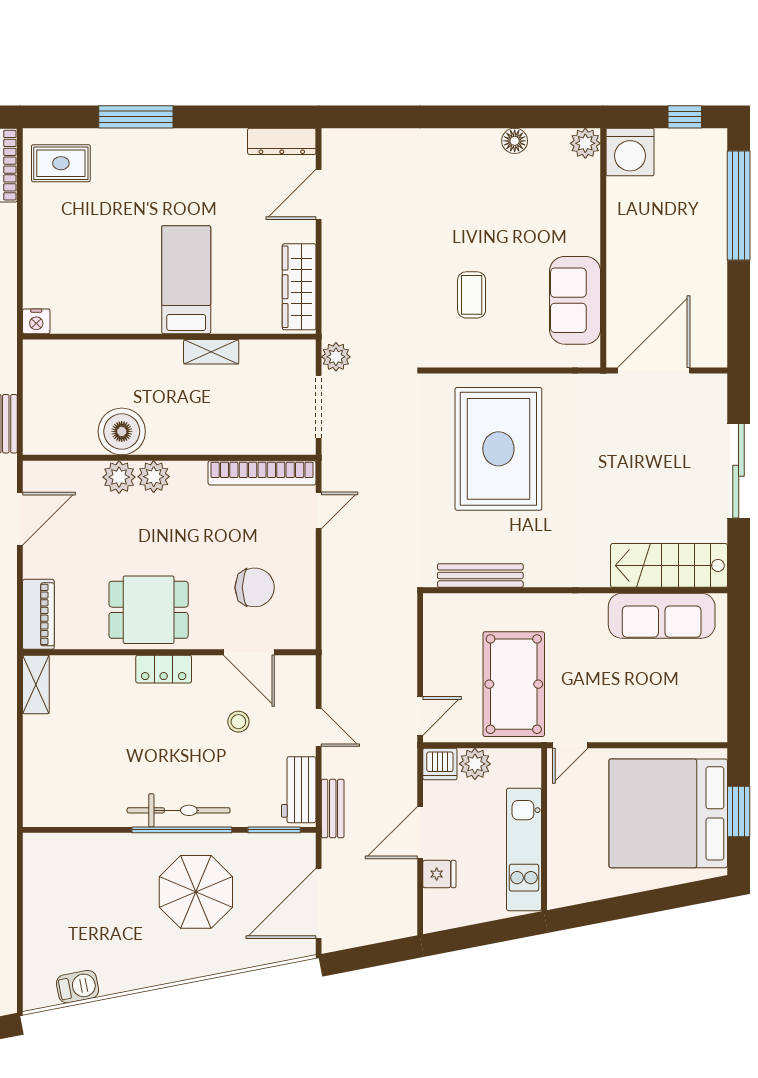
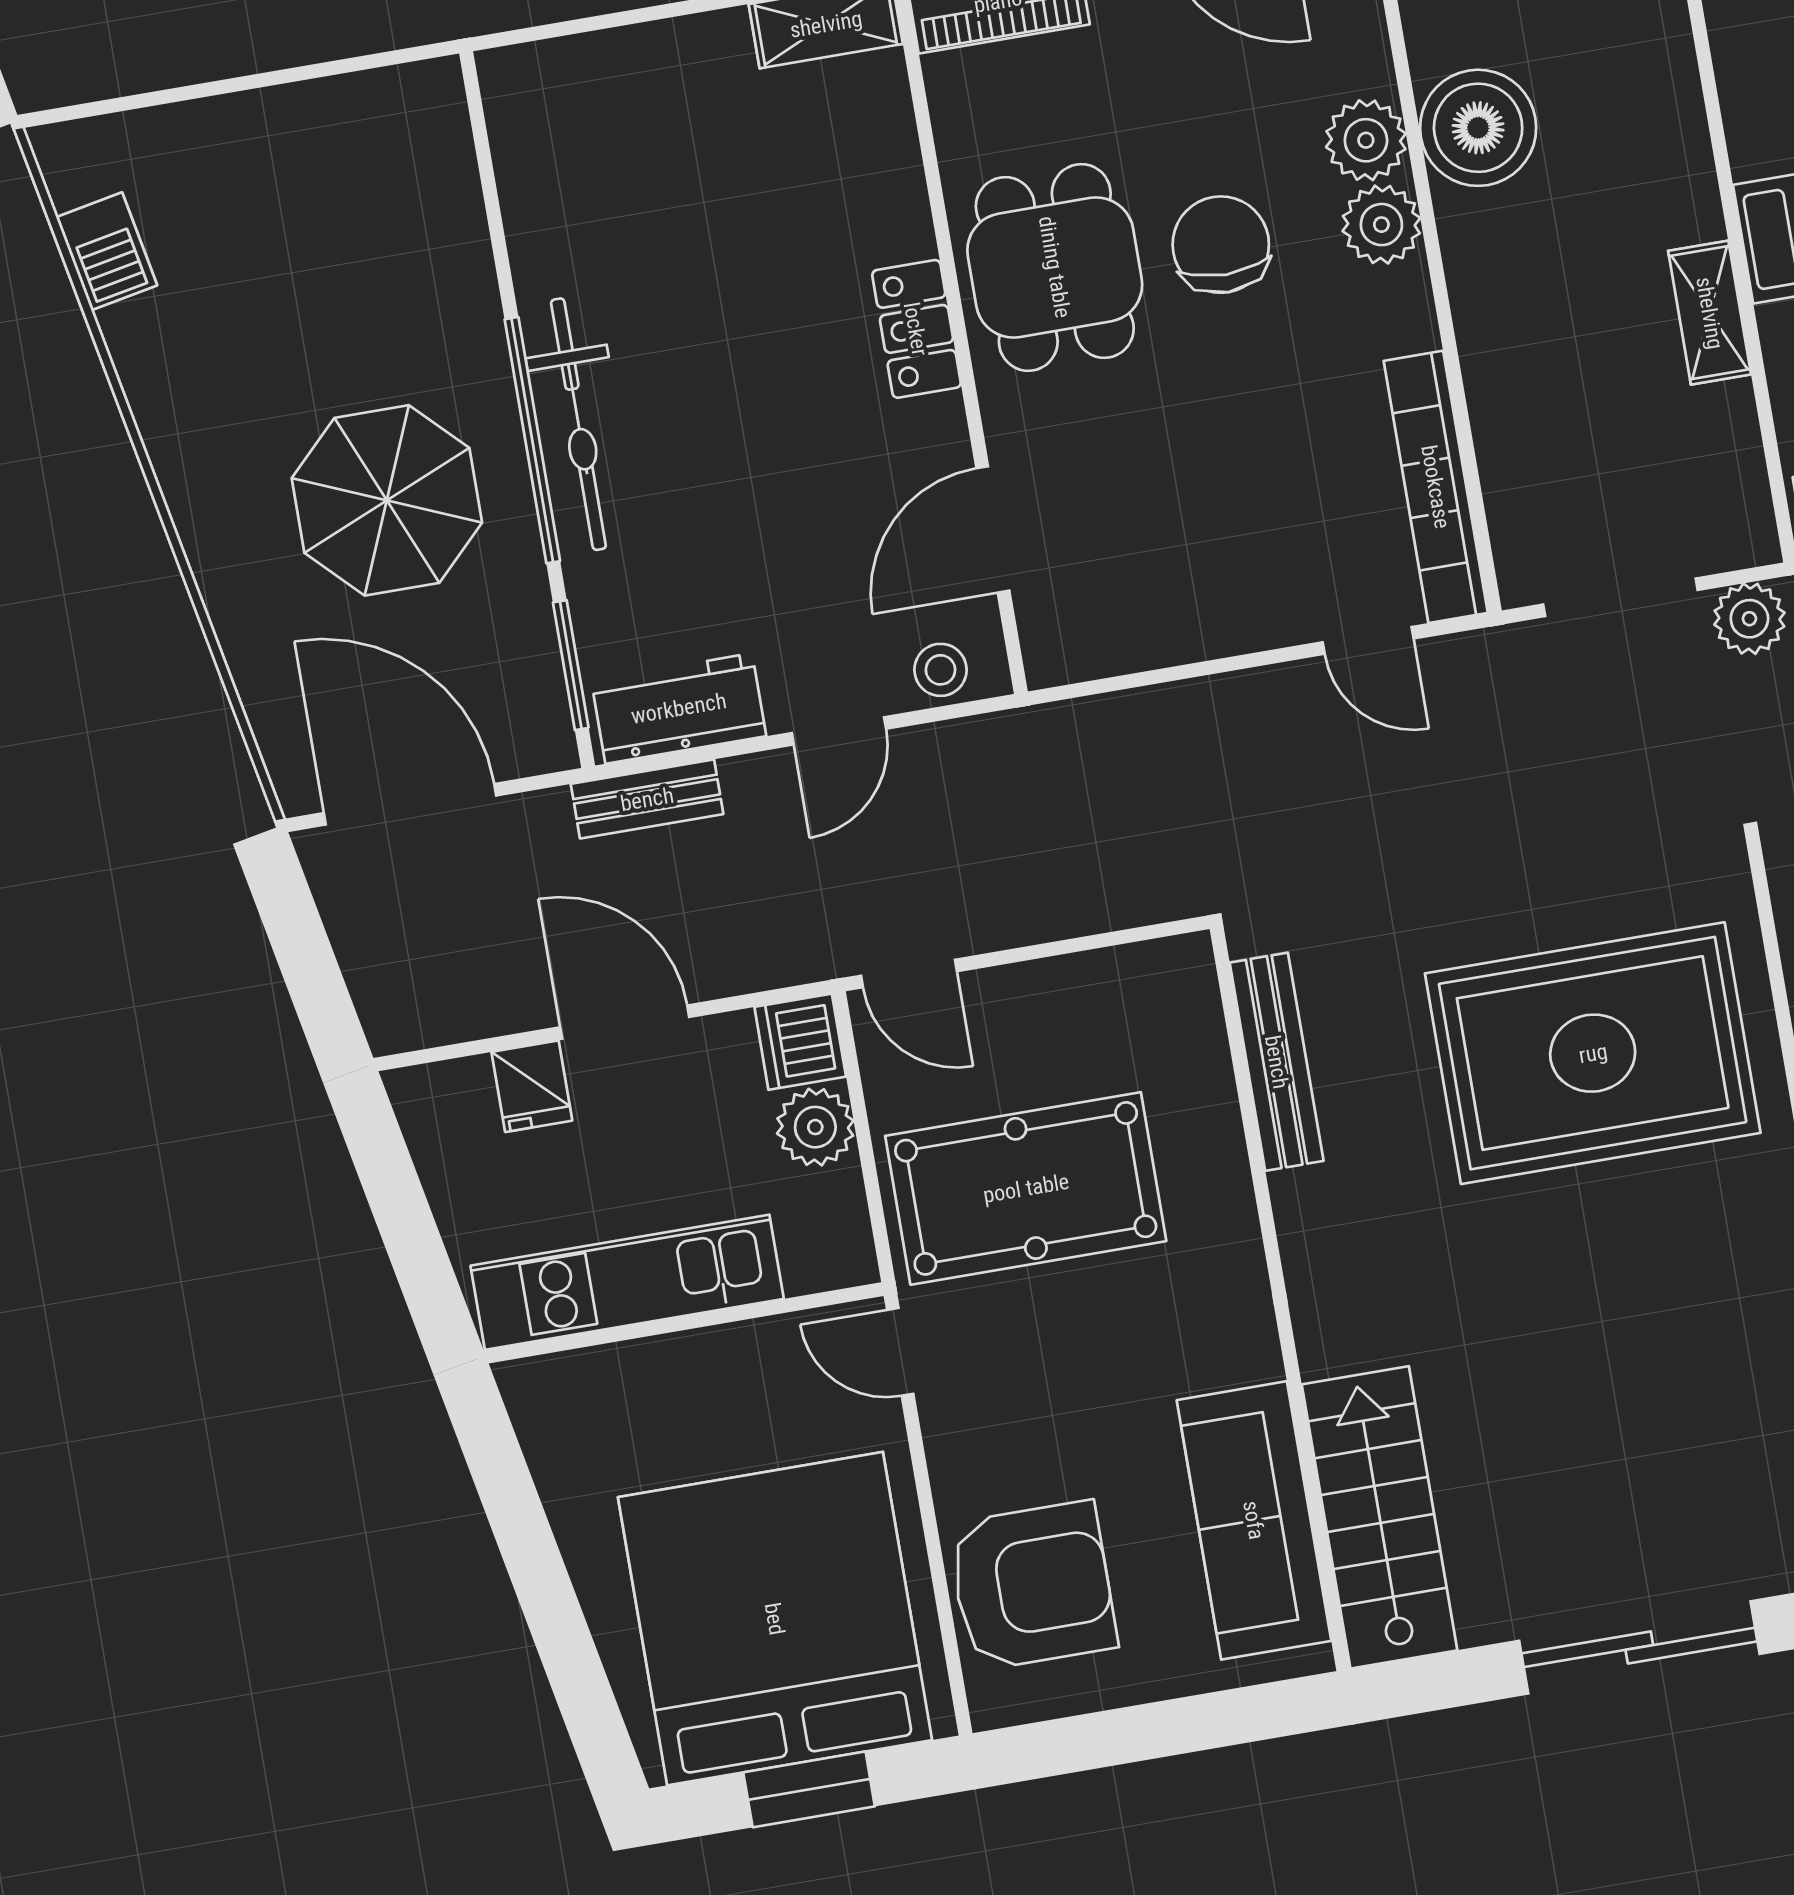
chair: (255, 587) -> (1221, 245), moved, turned 180
armchair: (673, 709) -> (1032, 1586), added
stool: (238, 722) -> (940, 670), moved

